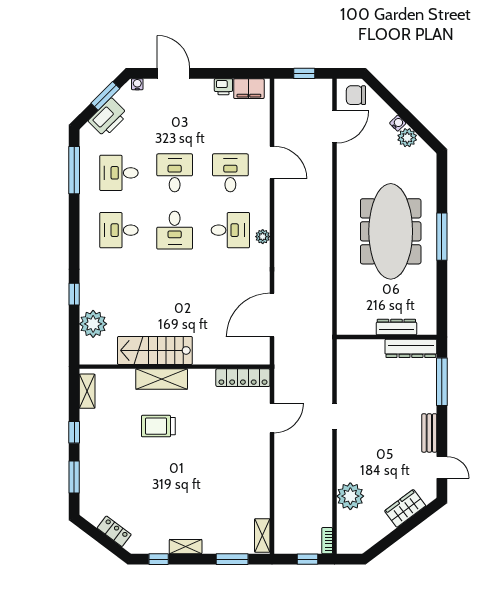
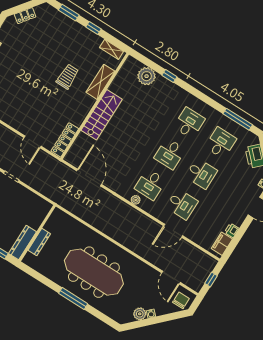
desk: (175, 230) -> (170, 154), turned -90
stairs: (155, 350) -> (102, 115), moved
shelving: (162, 379) -> (100, 82), moved

